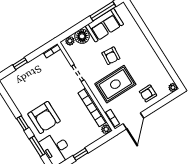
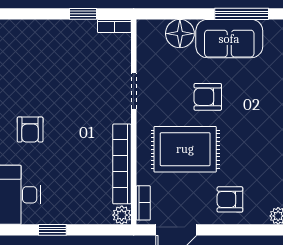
plant: (70, 41) -> (155, 28), removed
armchair: (111, 56) -> (208, 97), turned 85
window: (20, 64) -> (83, 14), moved
armchair: (44, 117) -> (30, 130), width x0.53, depth x0.53

